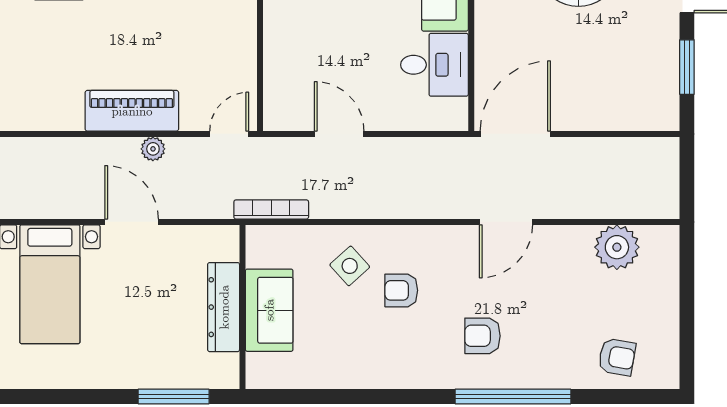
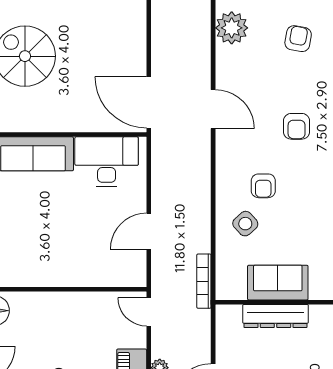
desk: (434, 65) -> (107, 162), width x1.37
armchair: (617, 357) -> (298, 39), moved

